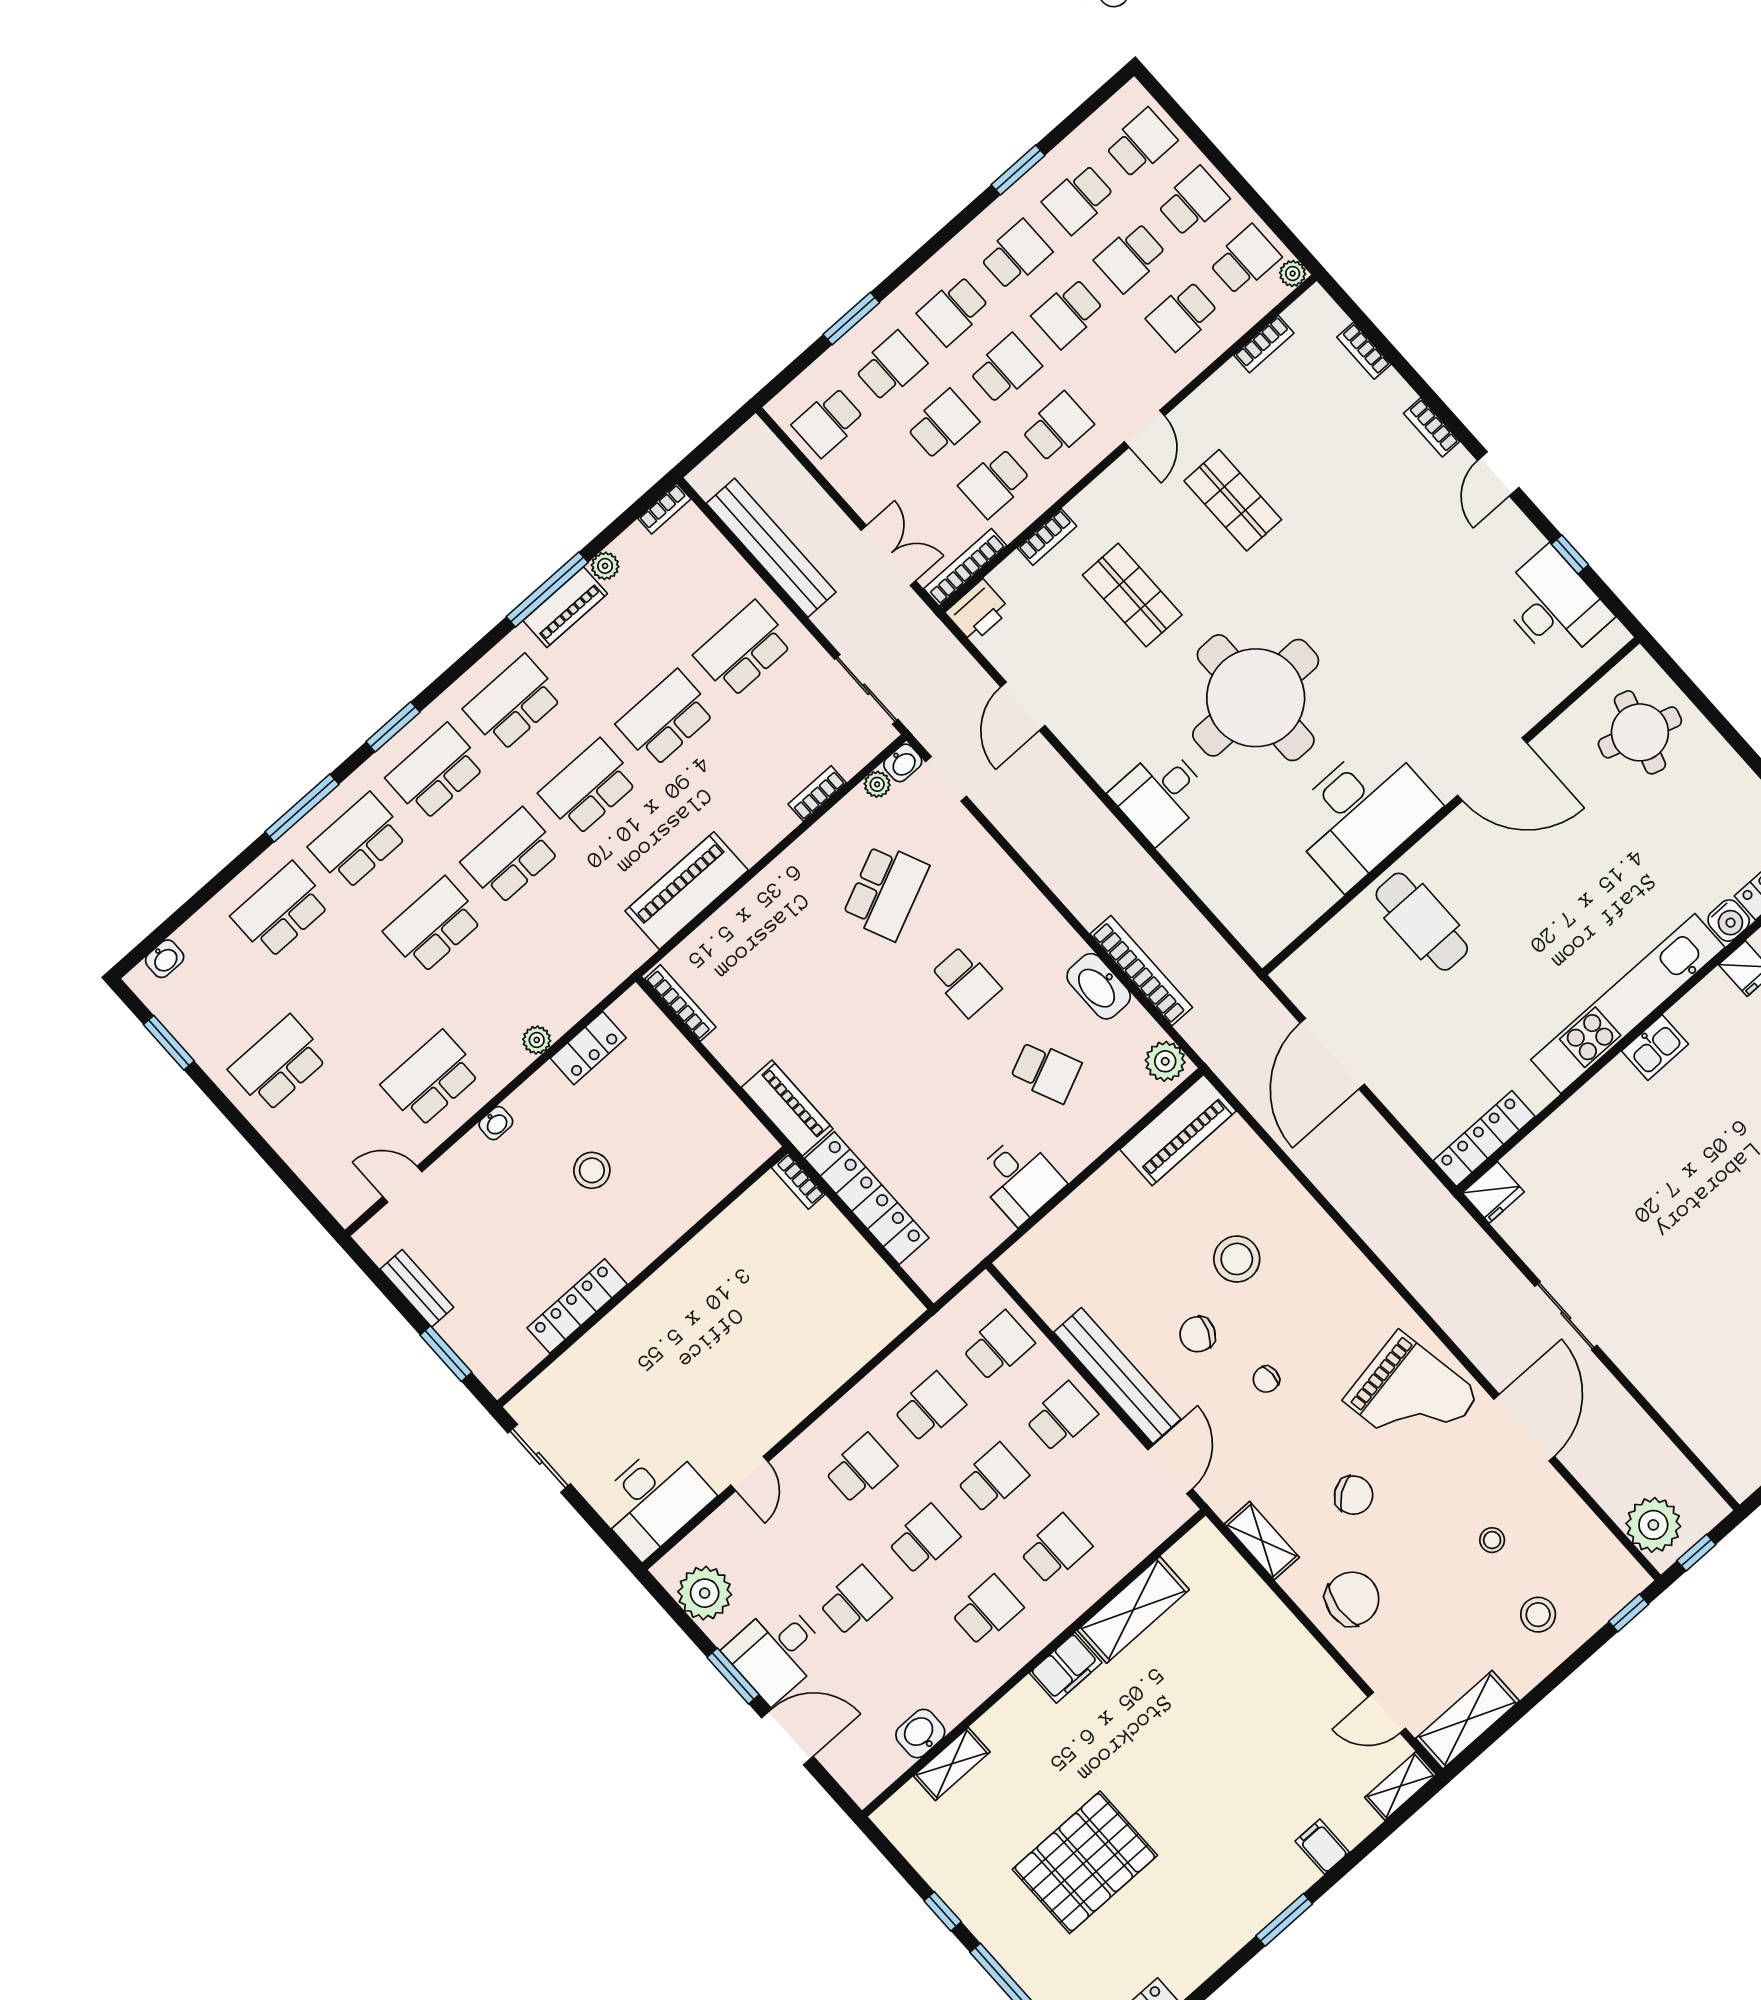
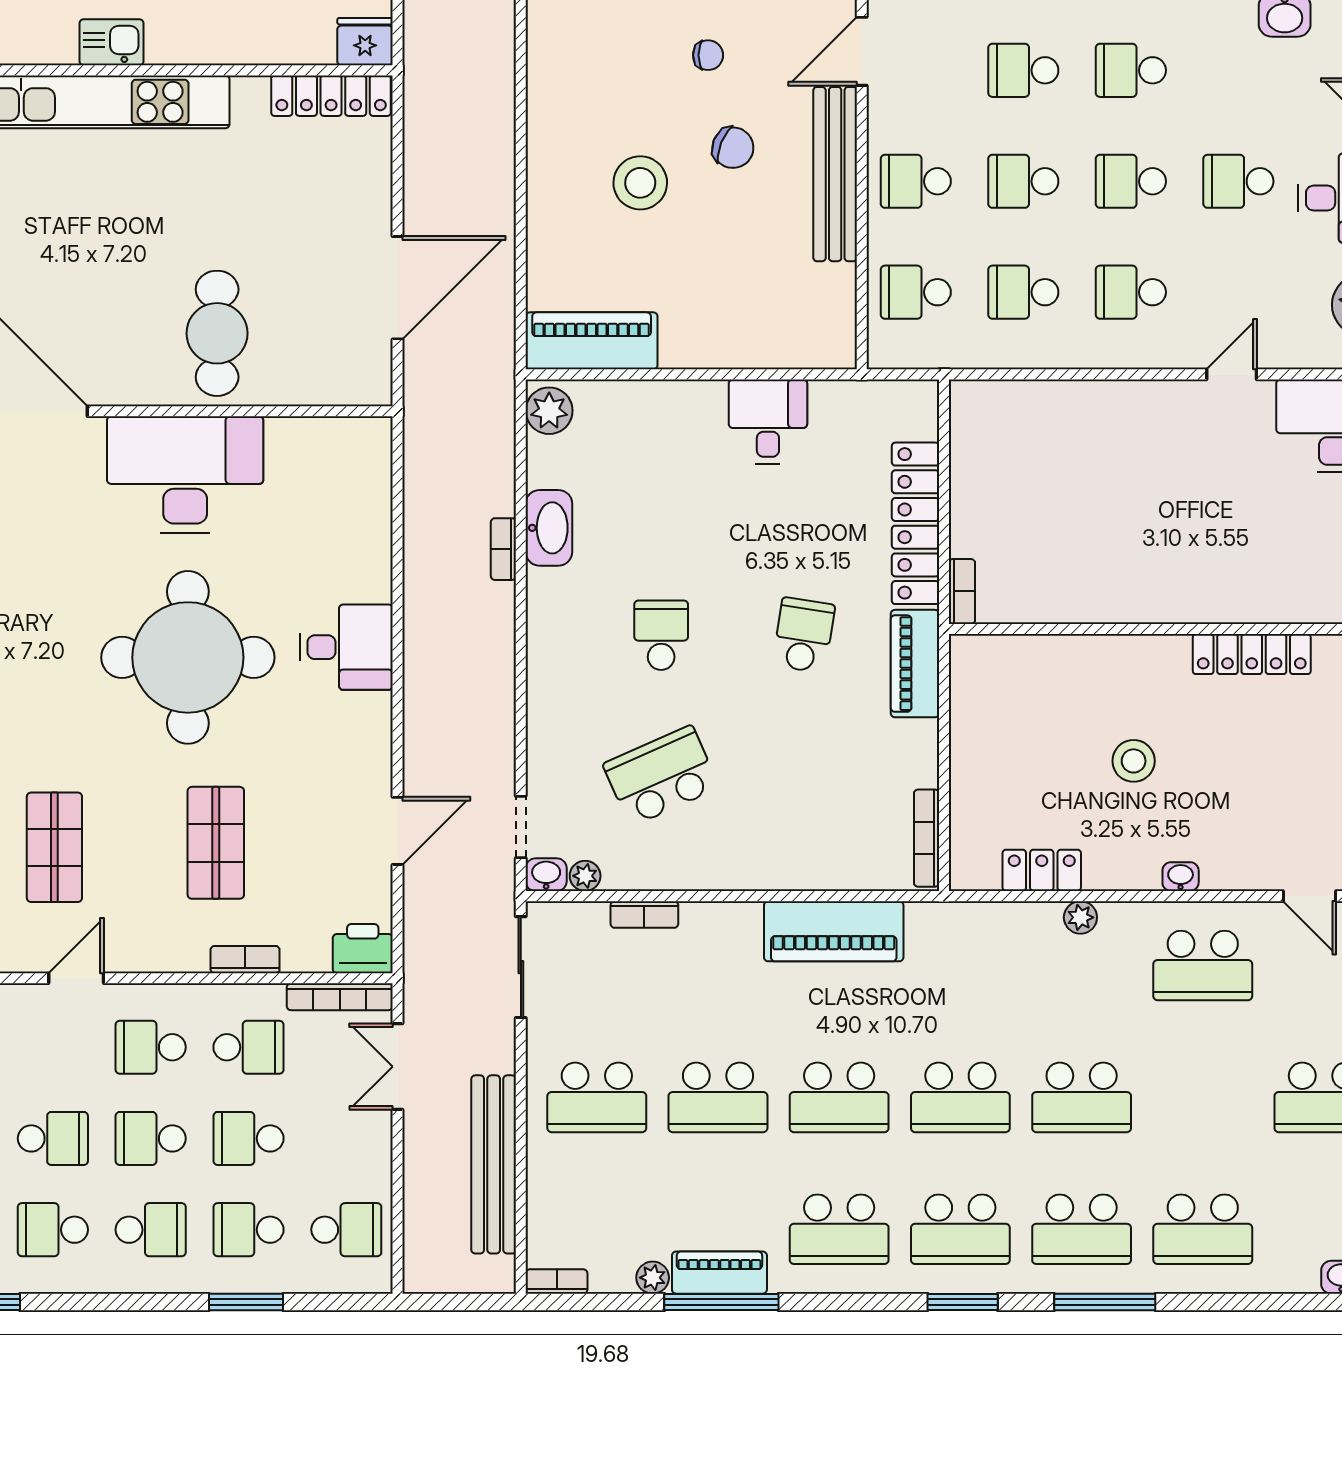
bookcase: (1141, 971) -> (503, 549), width x0.43, depth x0.76
school desk: (1046, 1071) -> (804, 635), moved, turned 33

